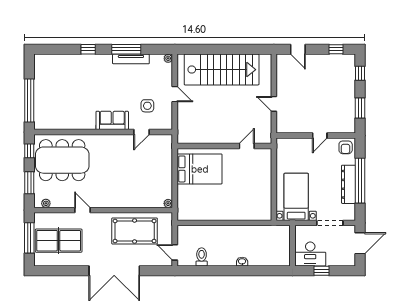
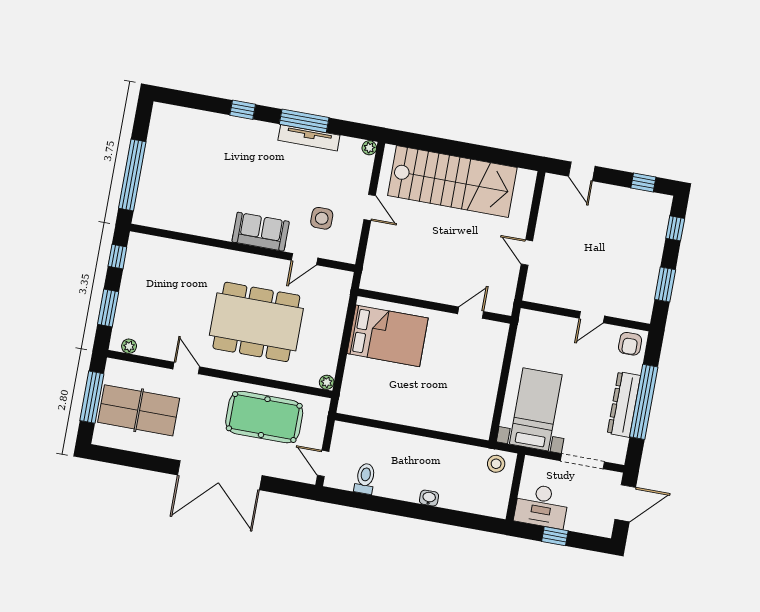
dining table: (62, 160) -> (256, 322), moved
stool: (278, 234) -> (496, 464), added

